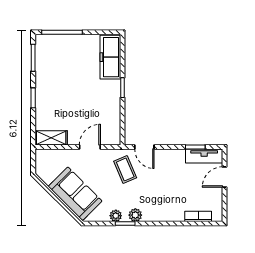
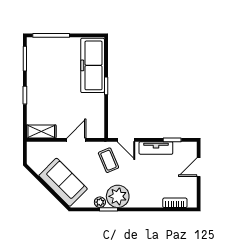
freezer: (110, 57) -> (93, 65), width x1.36, depth x1.26
tv unit: (204, 156) -> (156, 148), moved
plant: (135, 215) -> (118, 196), width x1.88, depth x1.88

